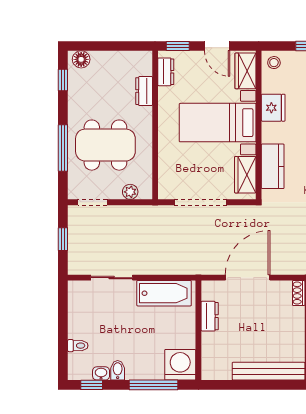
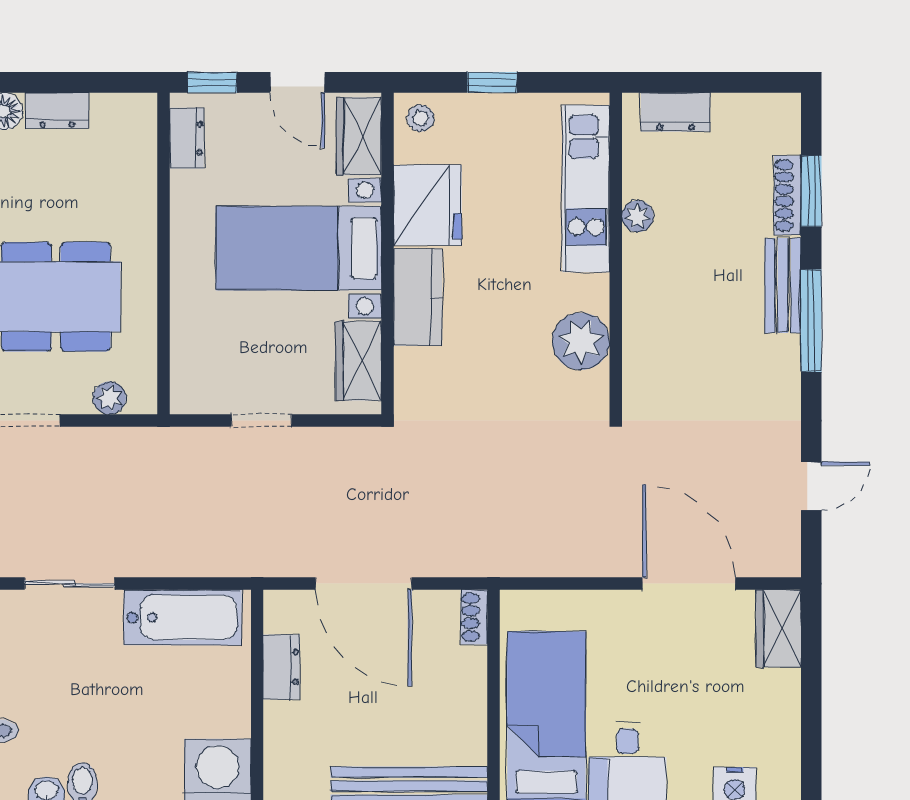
dresser: (144, 91) -> (57, 110), moved, turned -90
fridge: (273, 108) -> (428, 205), width x1.36, depth x1.34
kitchen counter: (273, 166) -> (418, 297), moved
doorway: (200, 202) -> (261, 421), width x0.53
door: (248, 278) -> (363, 584), swing flipped

